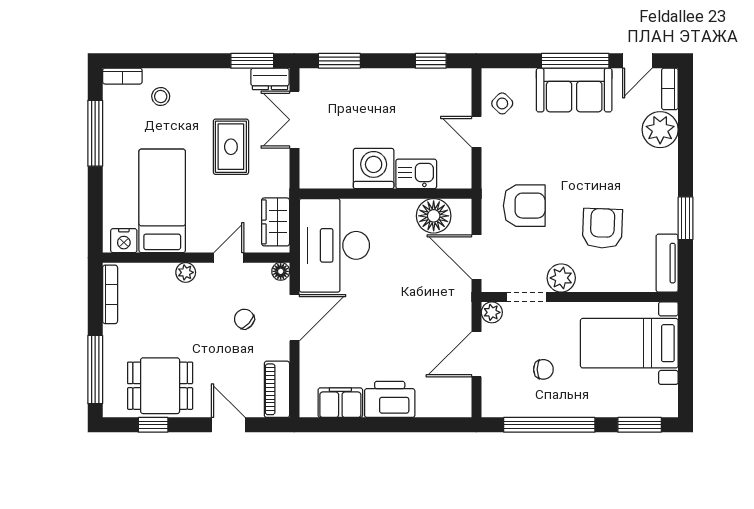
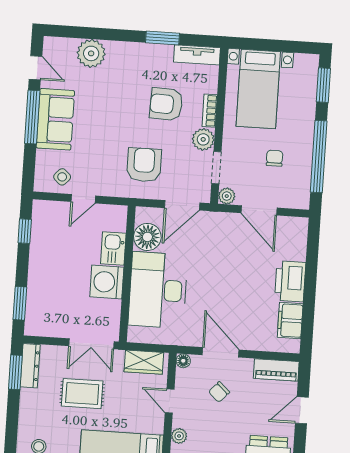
dresser: (270, 79) -> (30, 366), width x1.44
bookcase: (670, 89) -> (210, 111), moved, turned 90
double door: (294, 120) -> (91, 344), moved
desk: (334, 245) -> (158, 290), moved, turned 90

